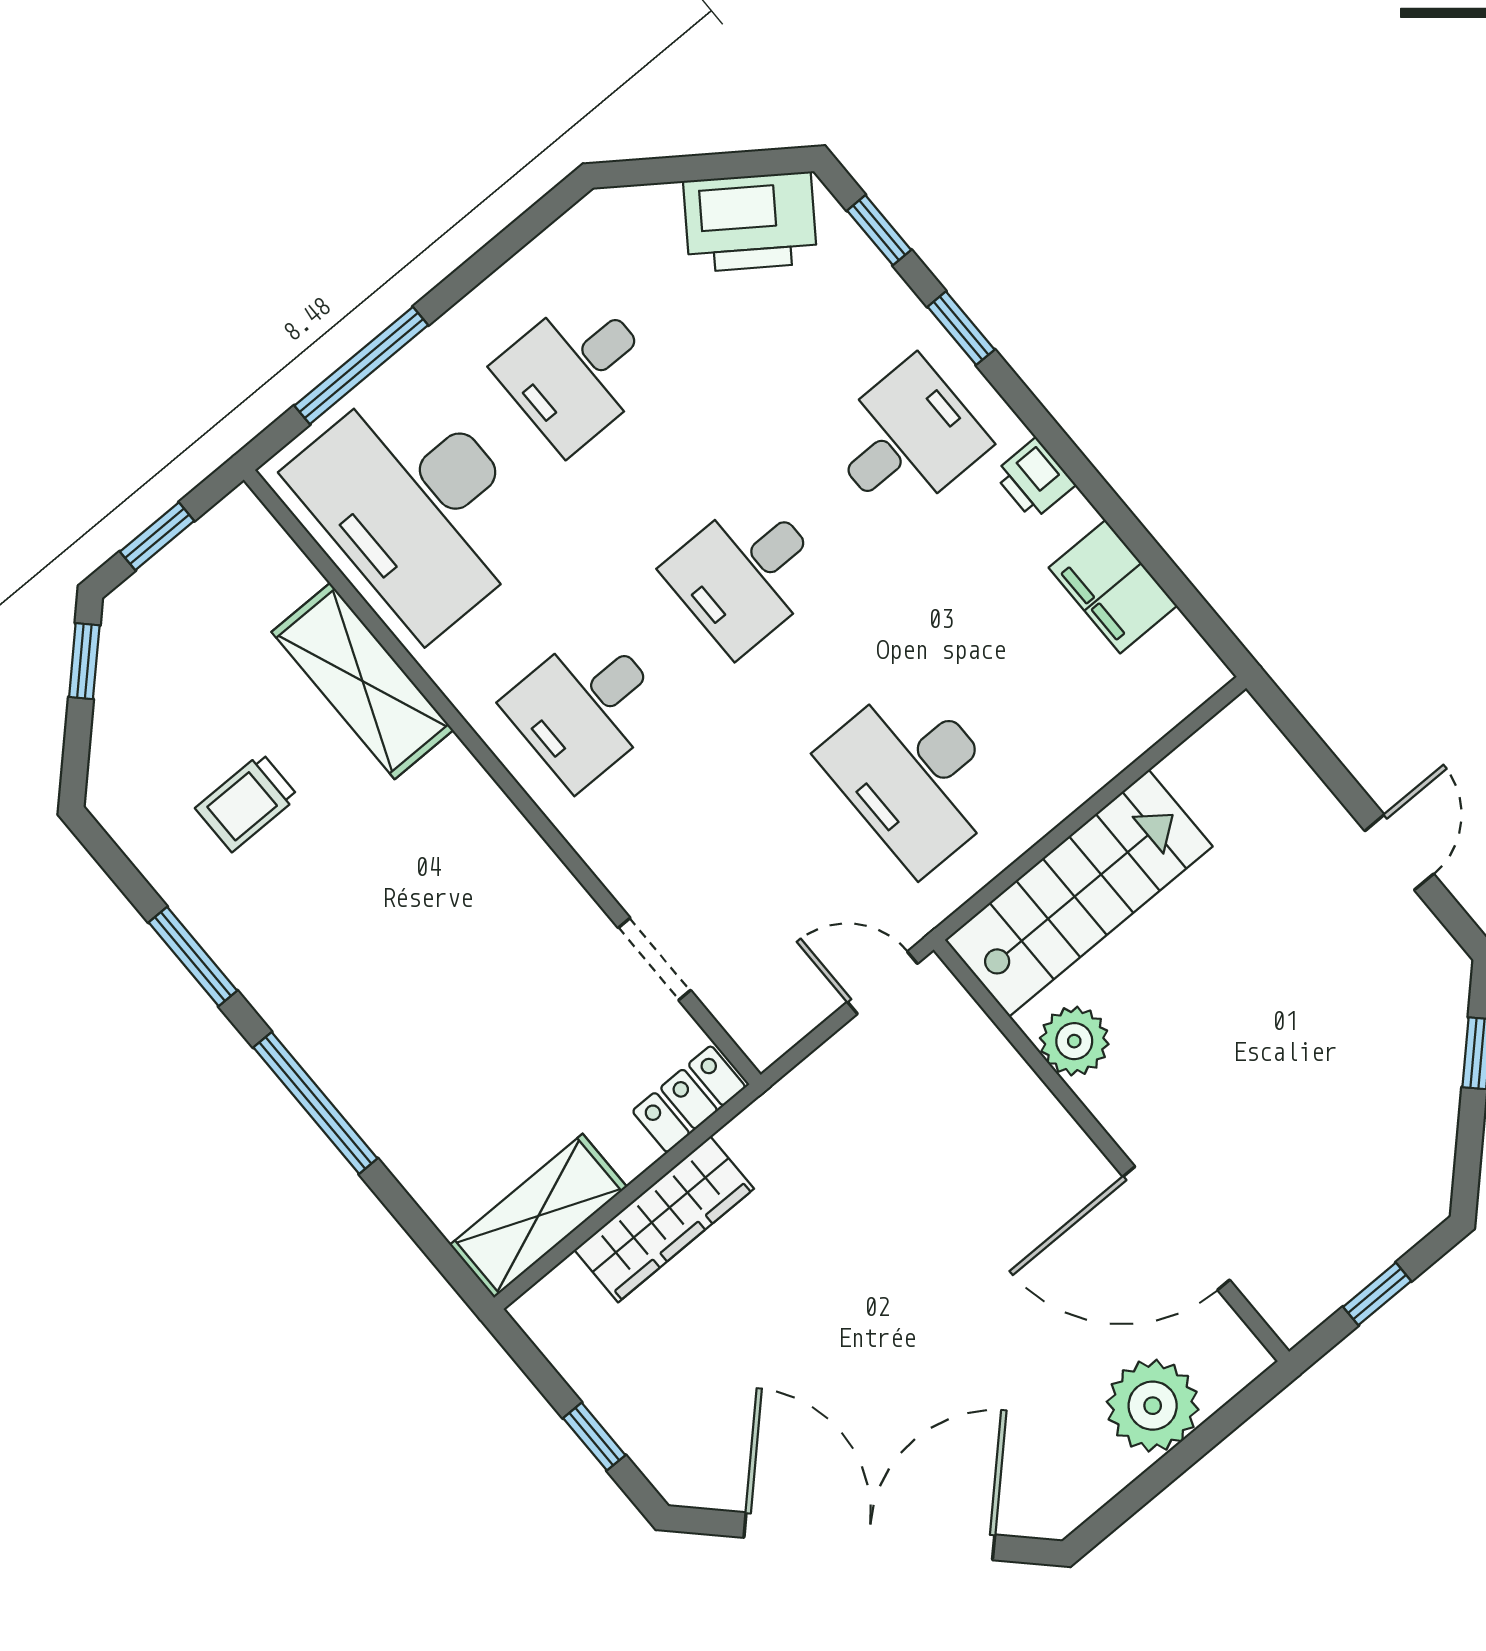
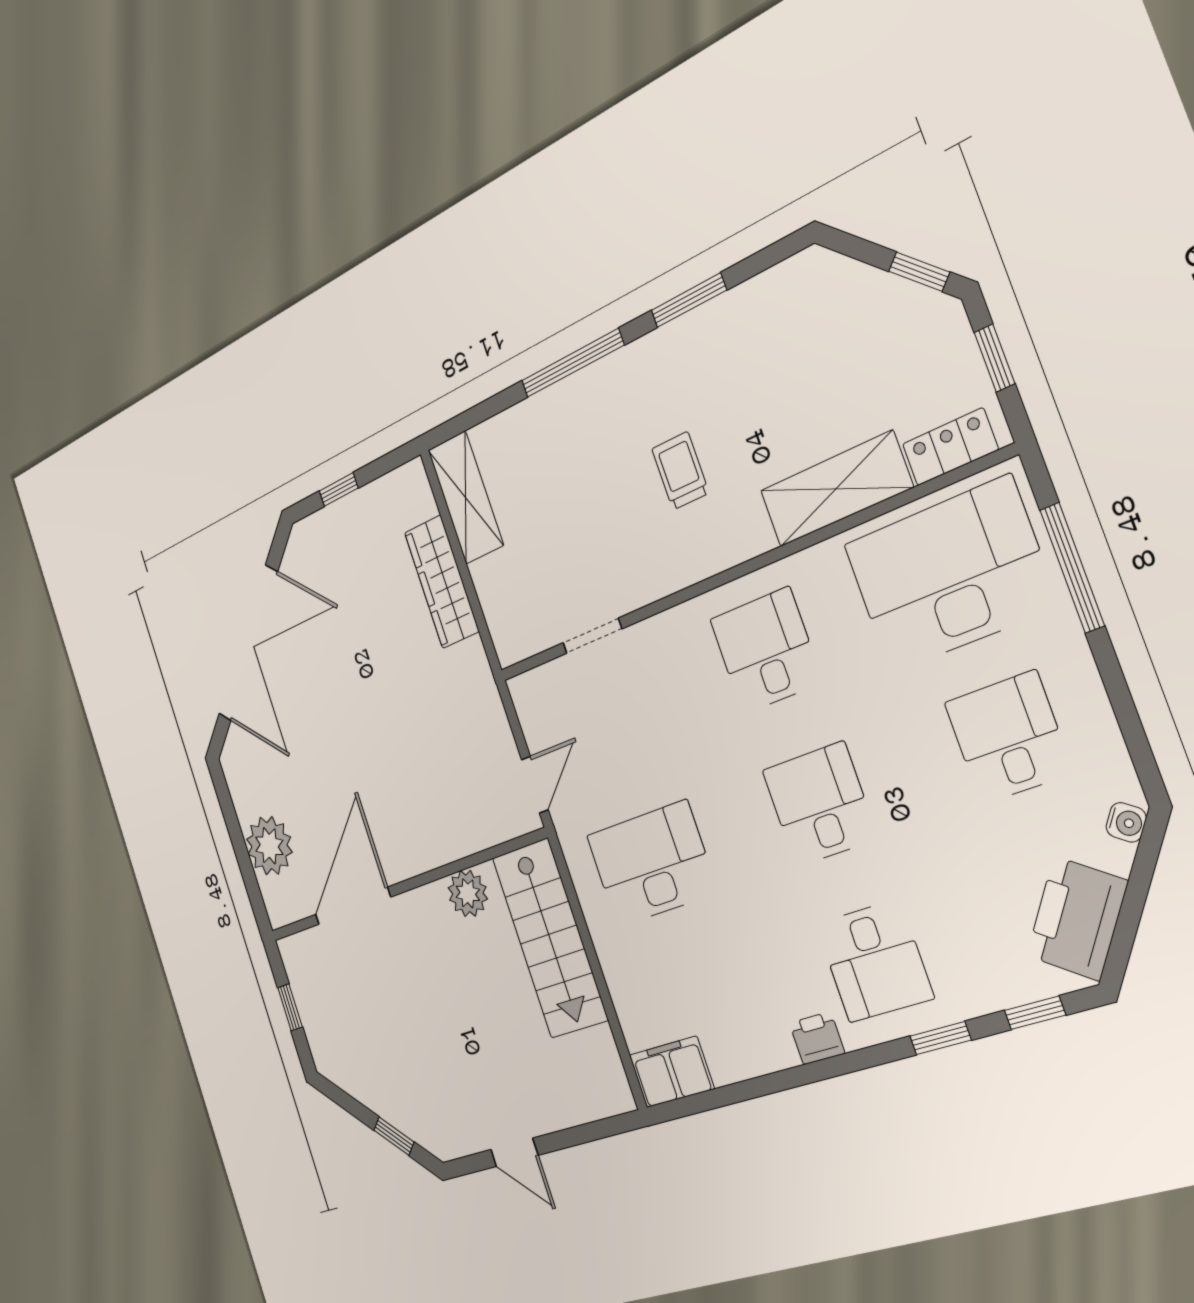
water cooler: (620, 207) -> (1126, 822), added
filing cabinet: (1113, 587) -> (672, 1072), moved
trolley: (247, 802) -> (680, 471), moved
locker: (689, 1099) -> (950, 447), moved, turned -90

